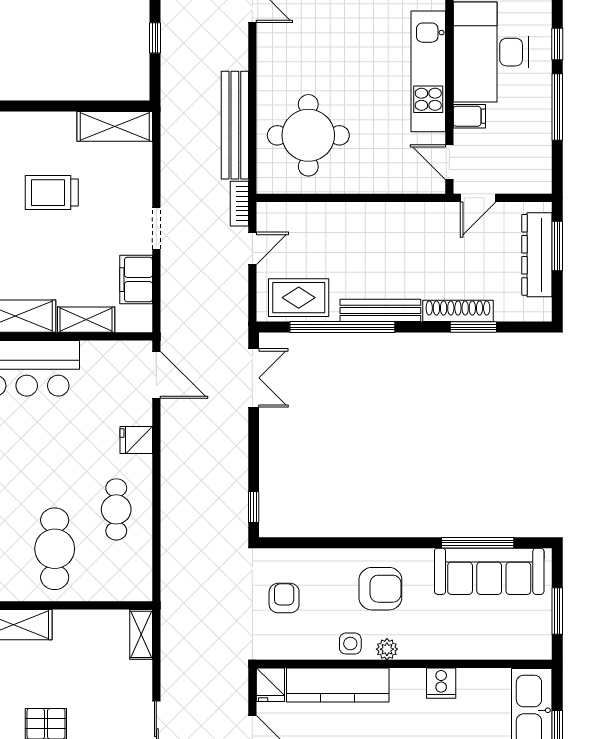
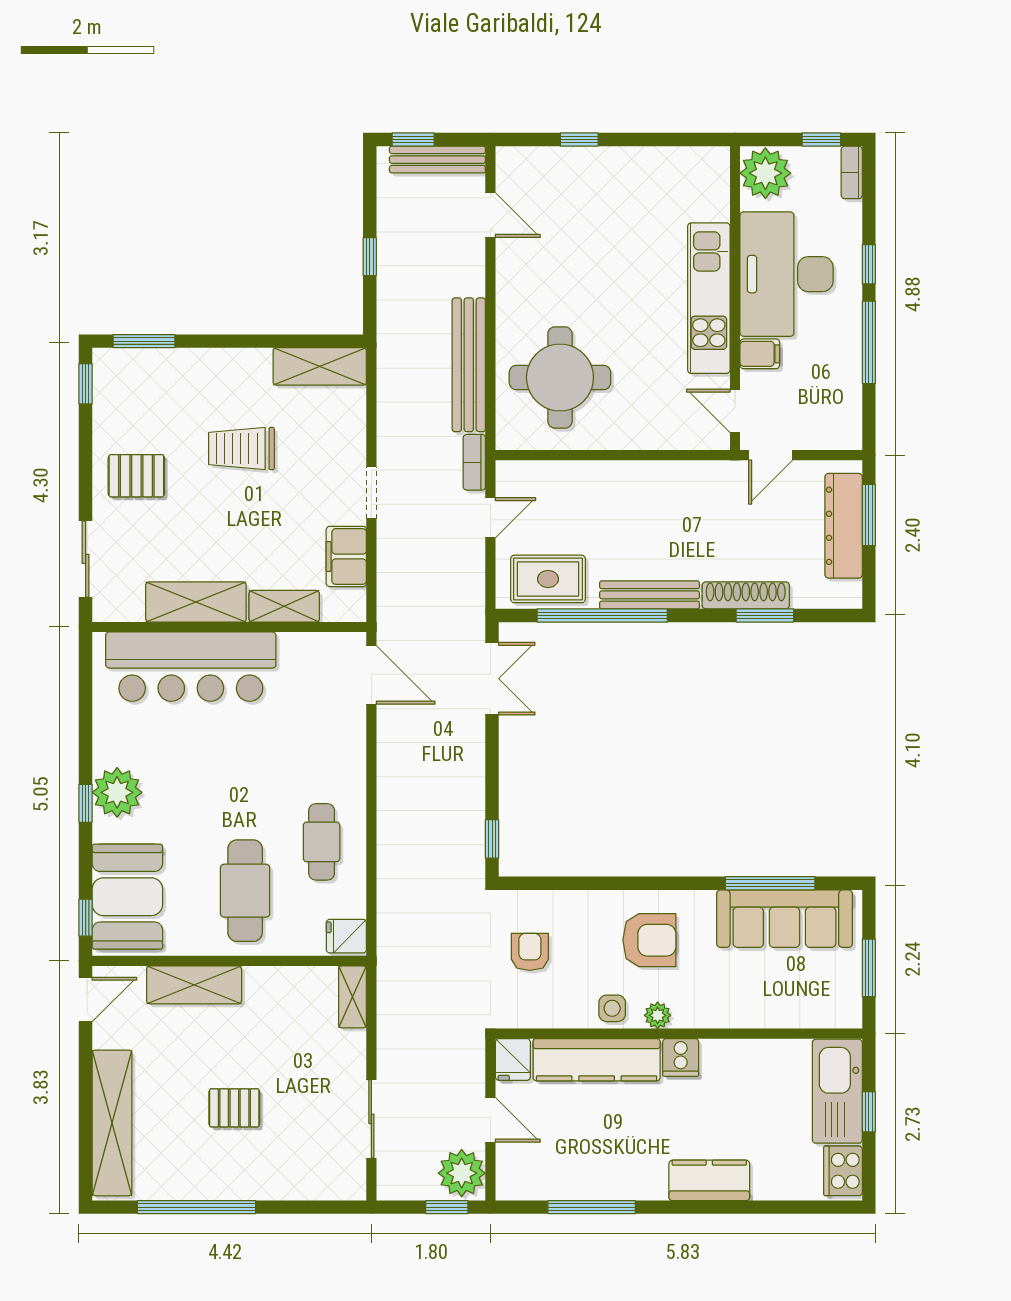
fridge: (136, 440) -> (346, 936), moved
cooker: (441, 683) -> (681, 1057), moved

